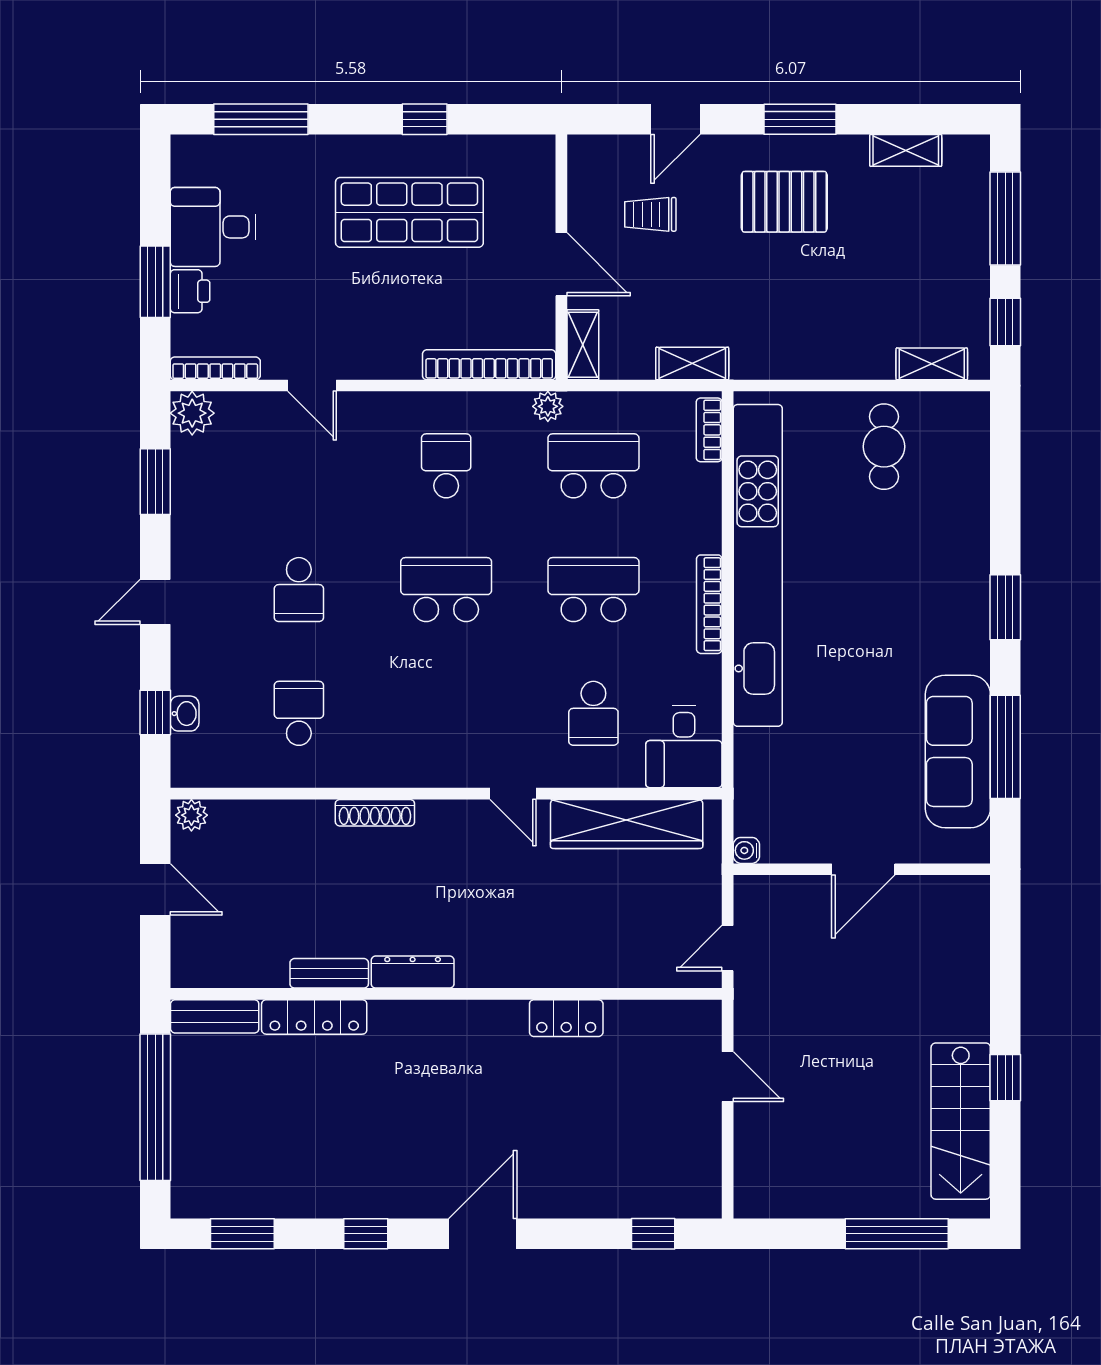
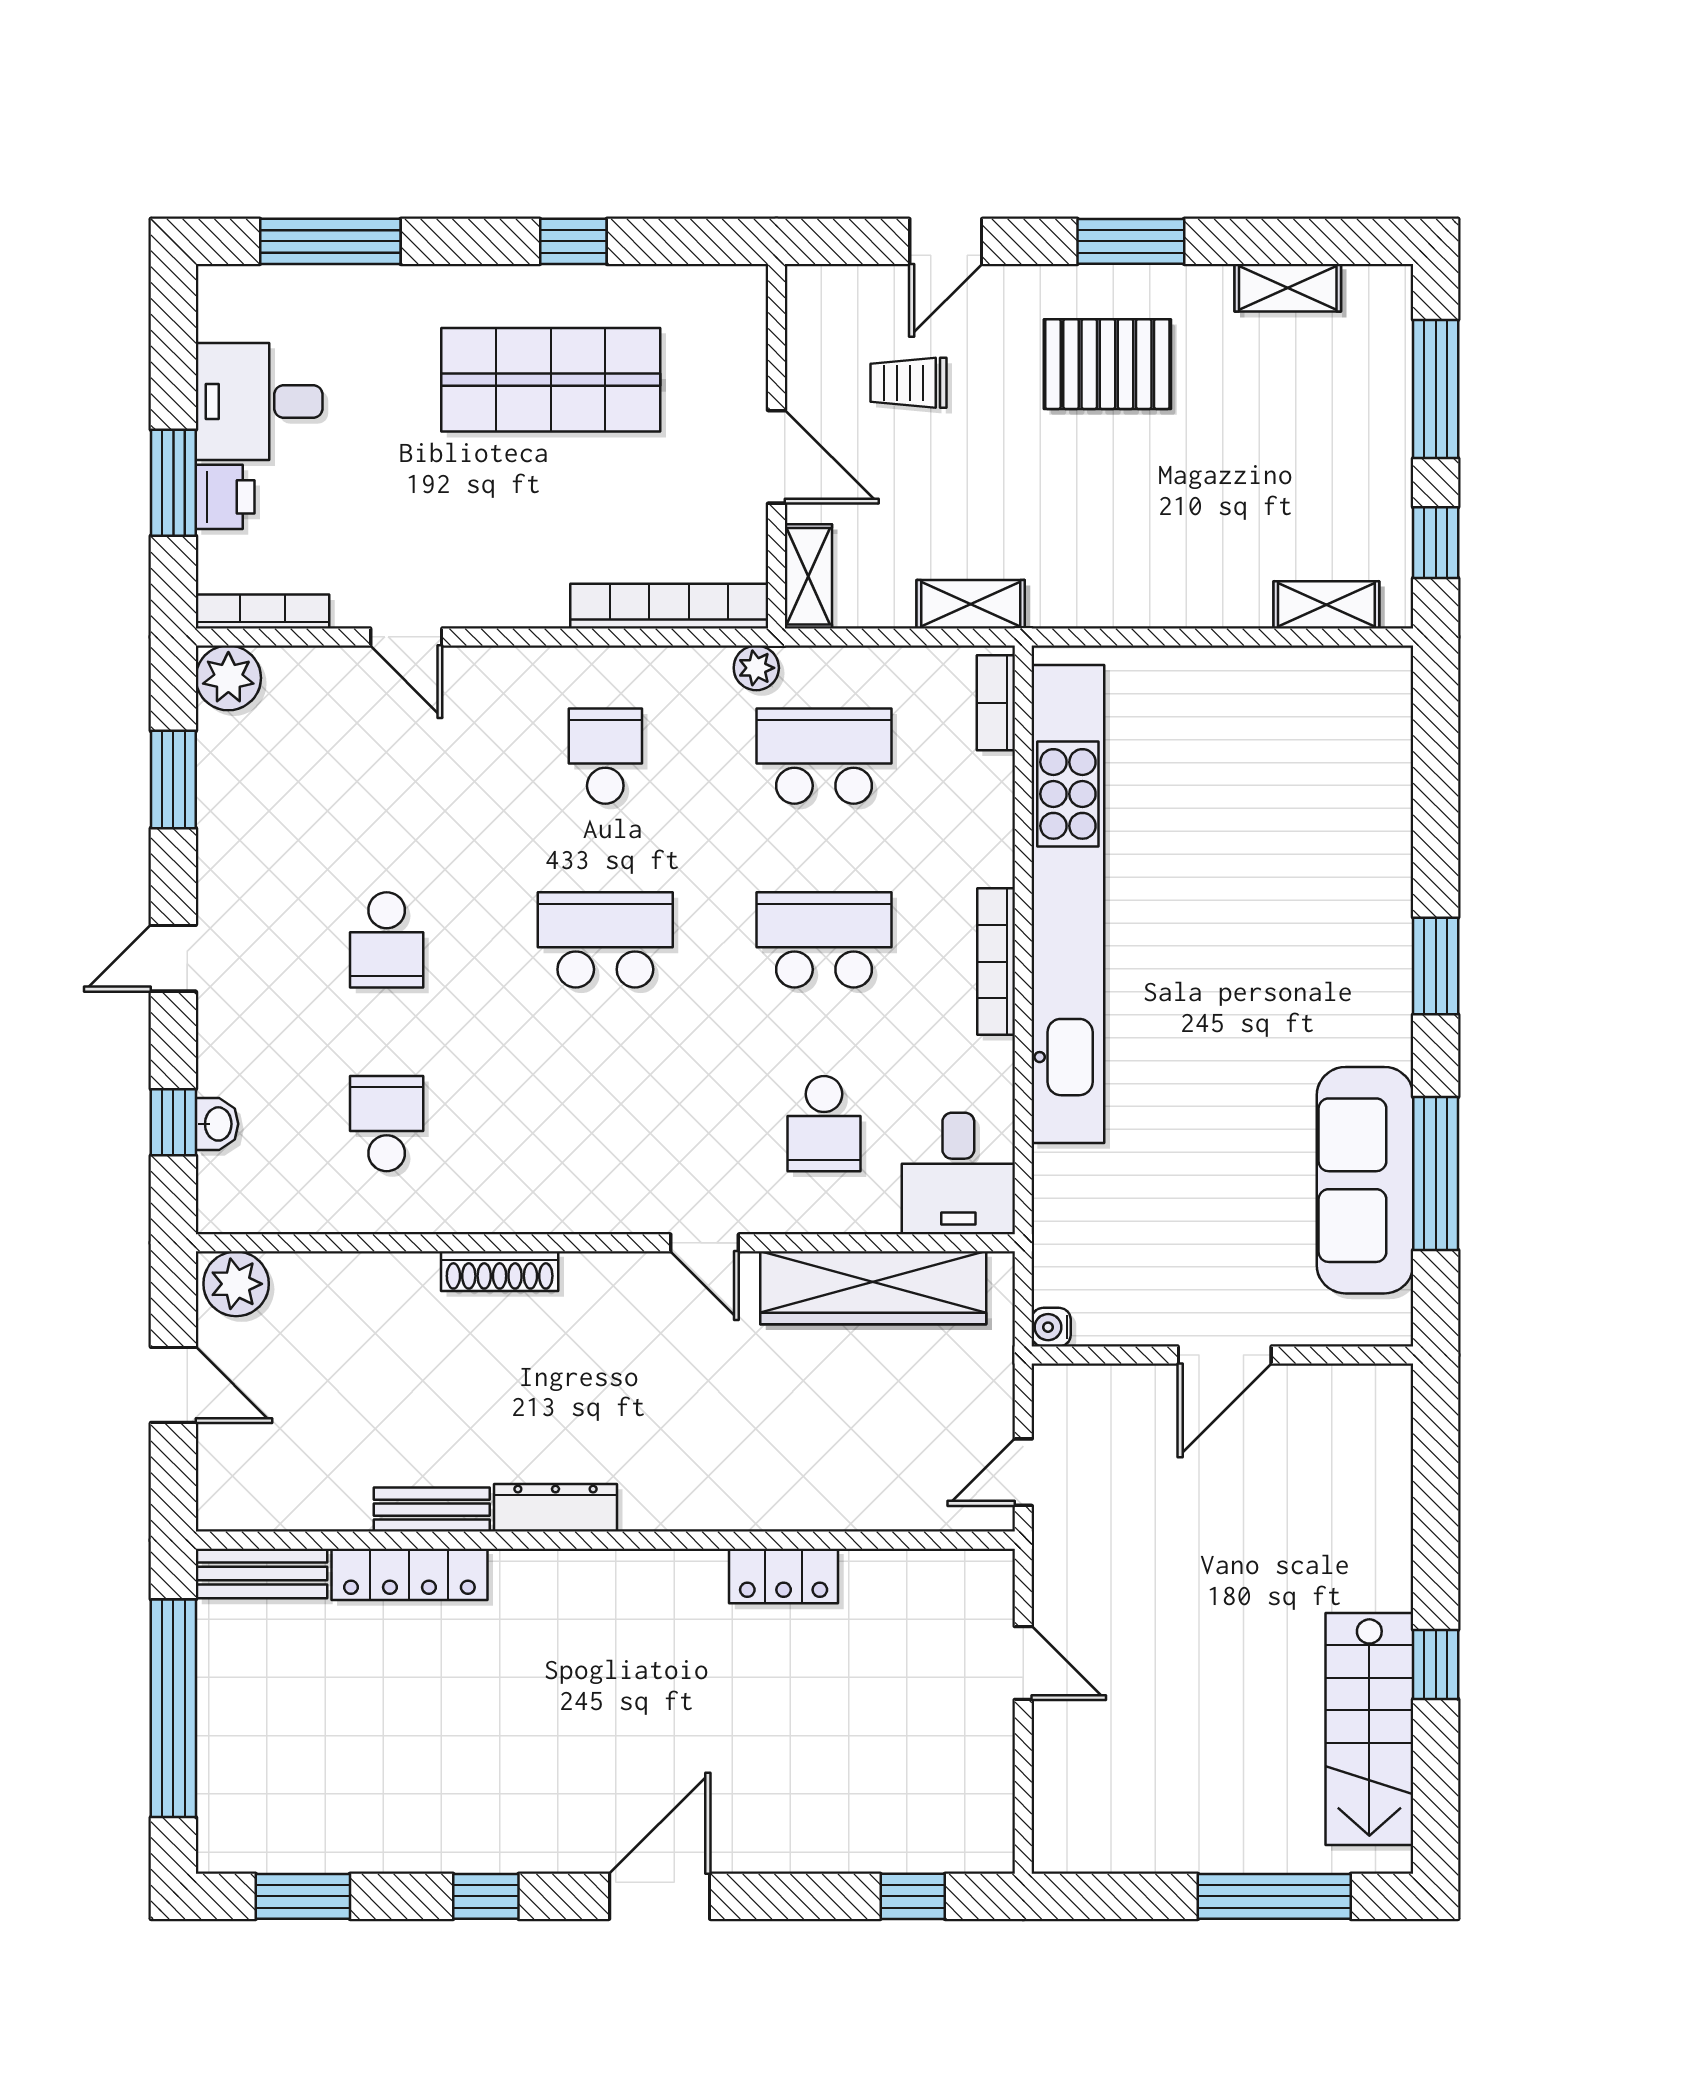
cafe table: (884, 447) -> (1255, 728), removed
plant: (191, 815) -> (236, 1284), width x1.38, depth x1.38

